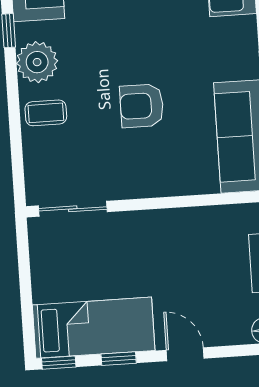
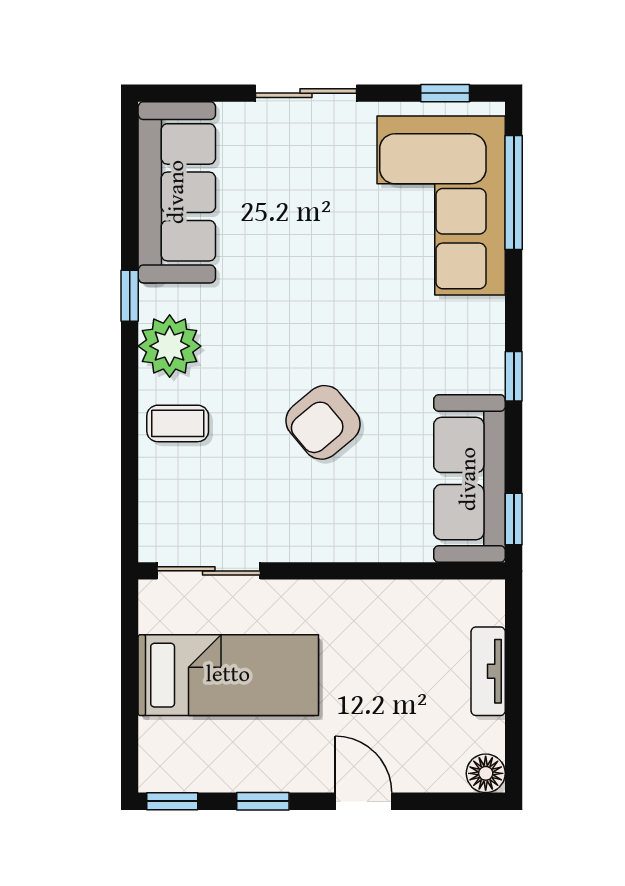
armchair: (142, 106) -> (323, 422), turned -40
bed: (94, 328) -> (228, 675), moved

